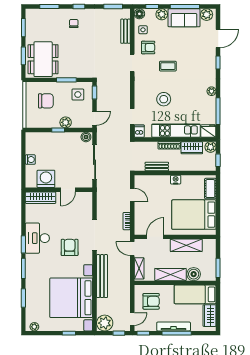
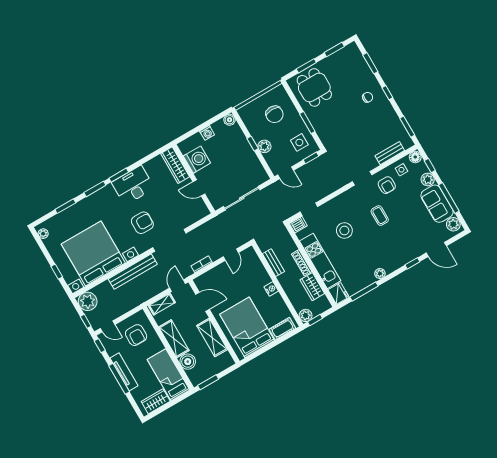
dining table: (43, 59) -> (314, 87), width x0.73
boiler: (86, 137) -> (230, 120), moved
plant: (211, 147) -> (306, 315), moved

